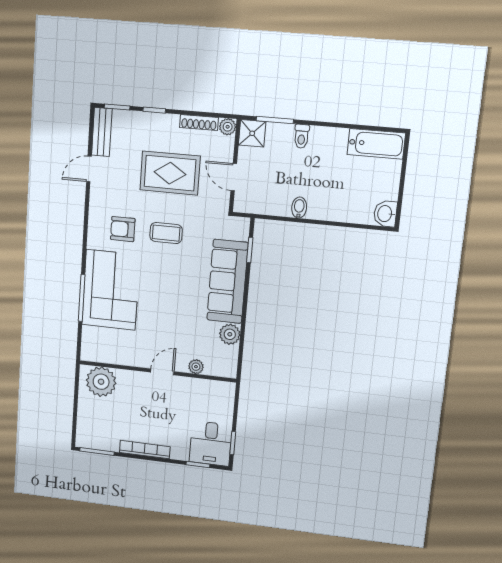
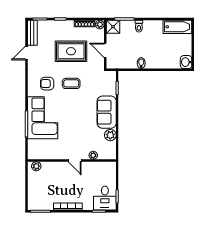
sofa: (227, 281) -> (107, 112), width x0.73
door: (162, 372) -> (75, 161), swing flipped
plant: (101, 382) -> (36, 166), width x0.53, depth x0.53

